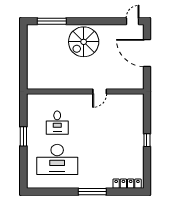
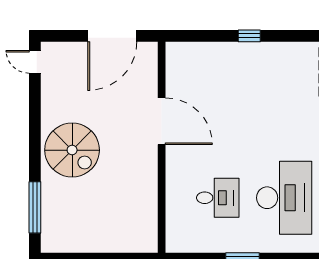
door: (147, 53) -> (112, 36), moved
door: (100, 92) -> (162, 121), width x1.88

